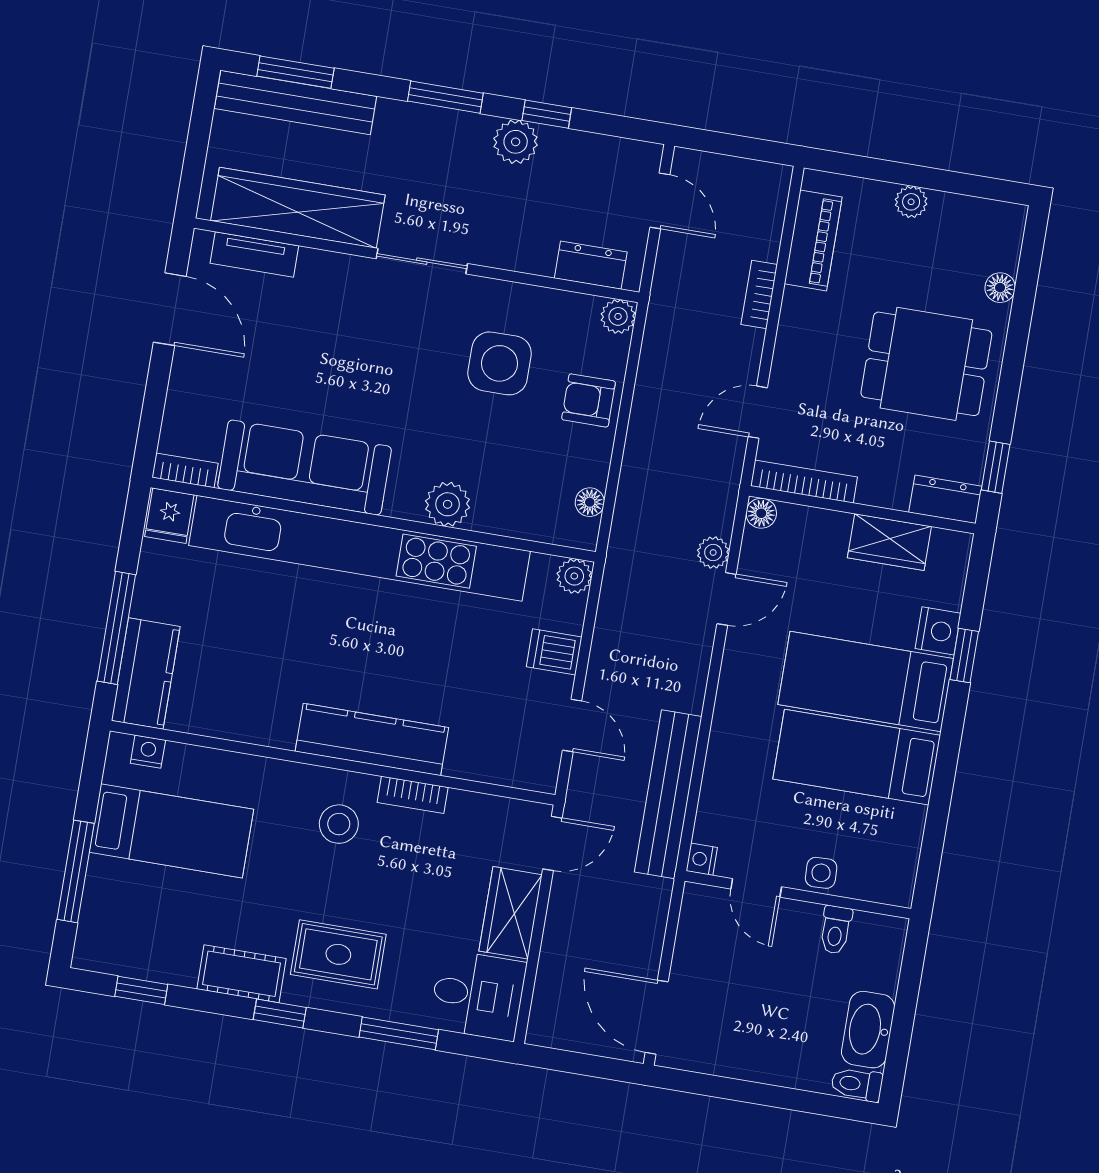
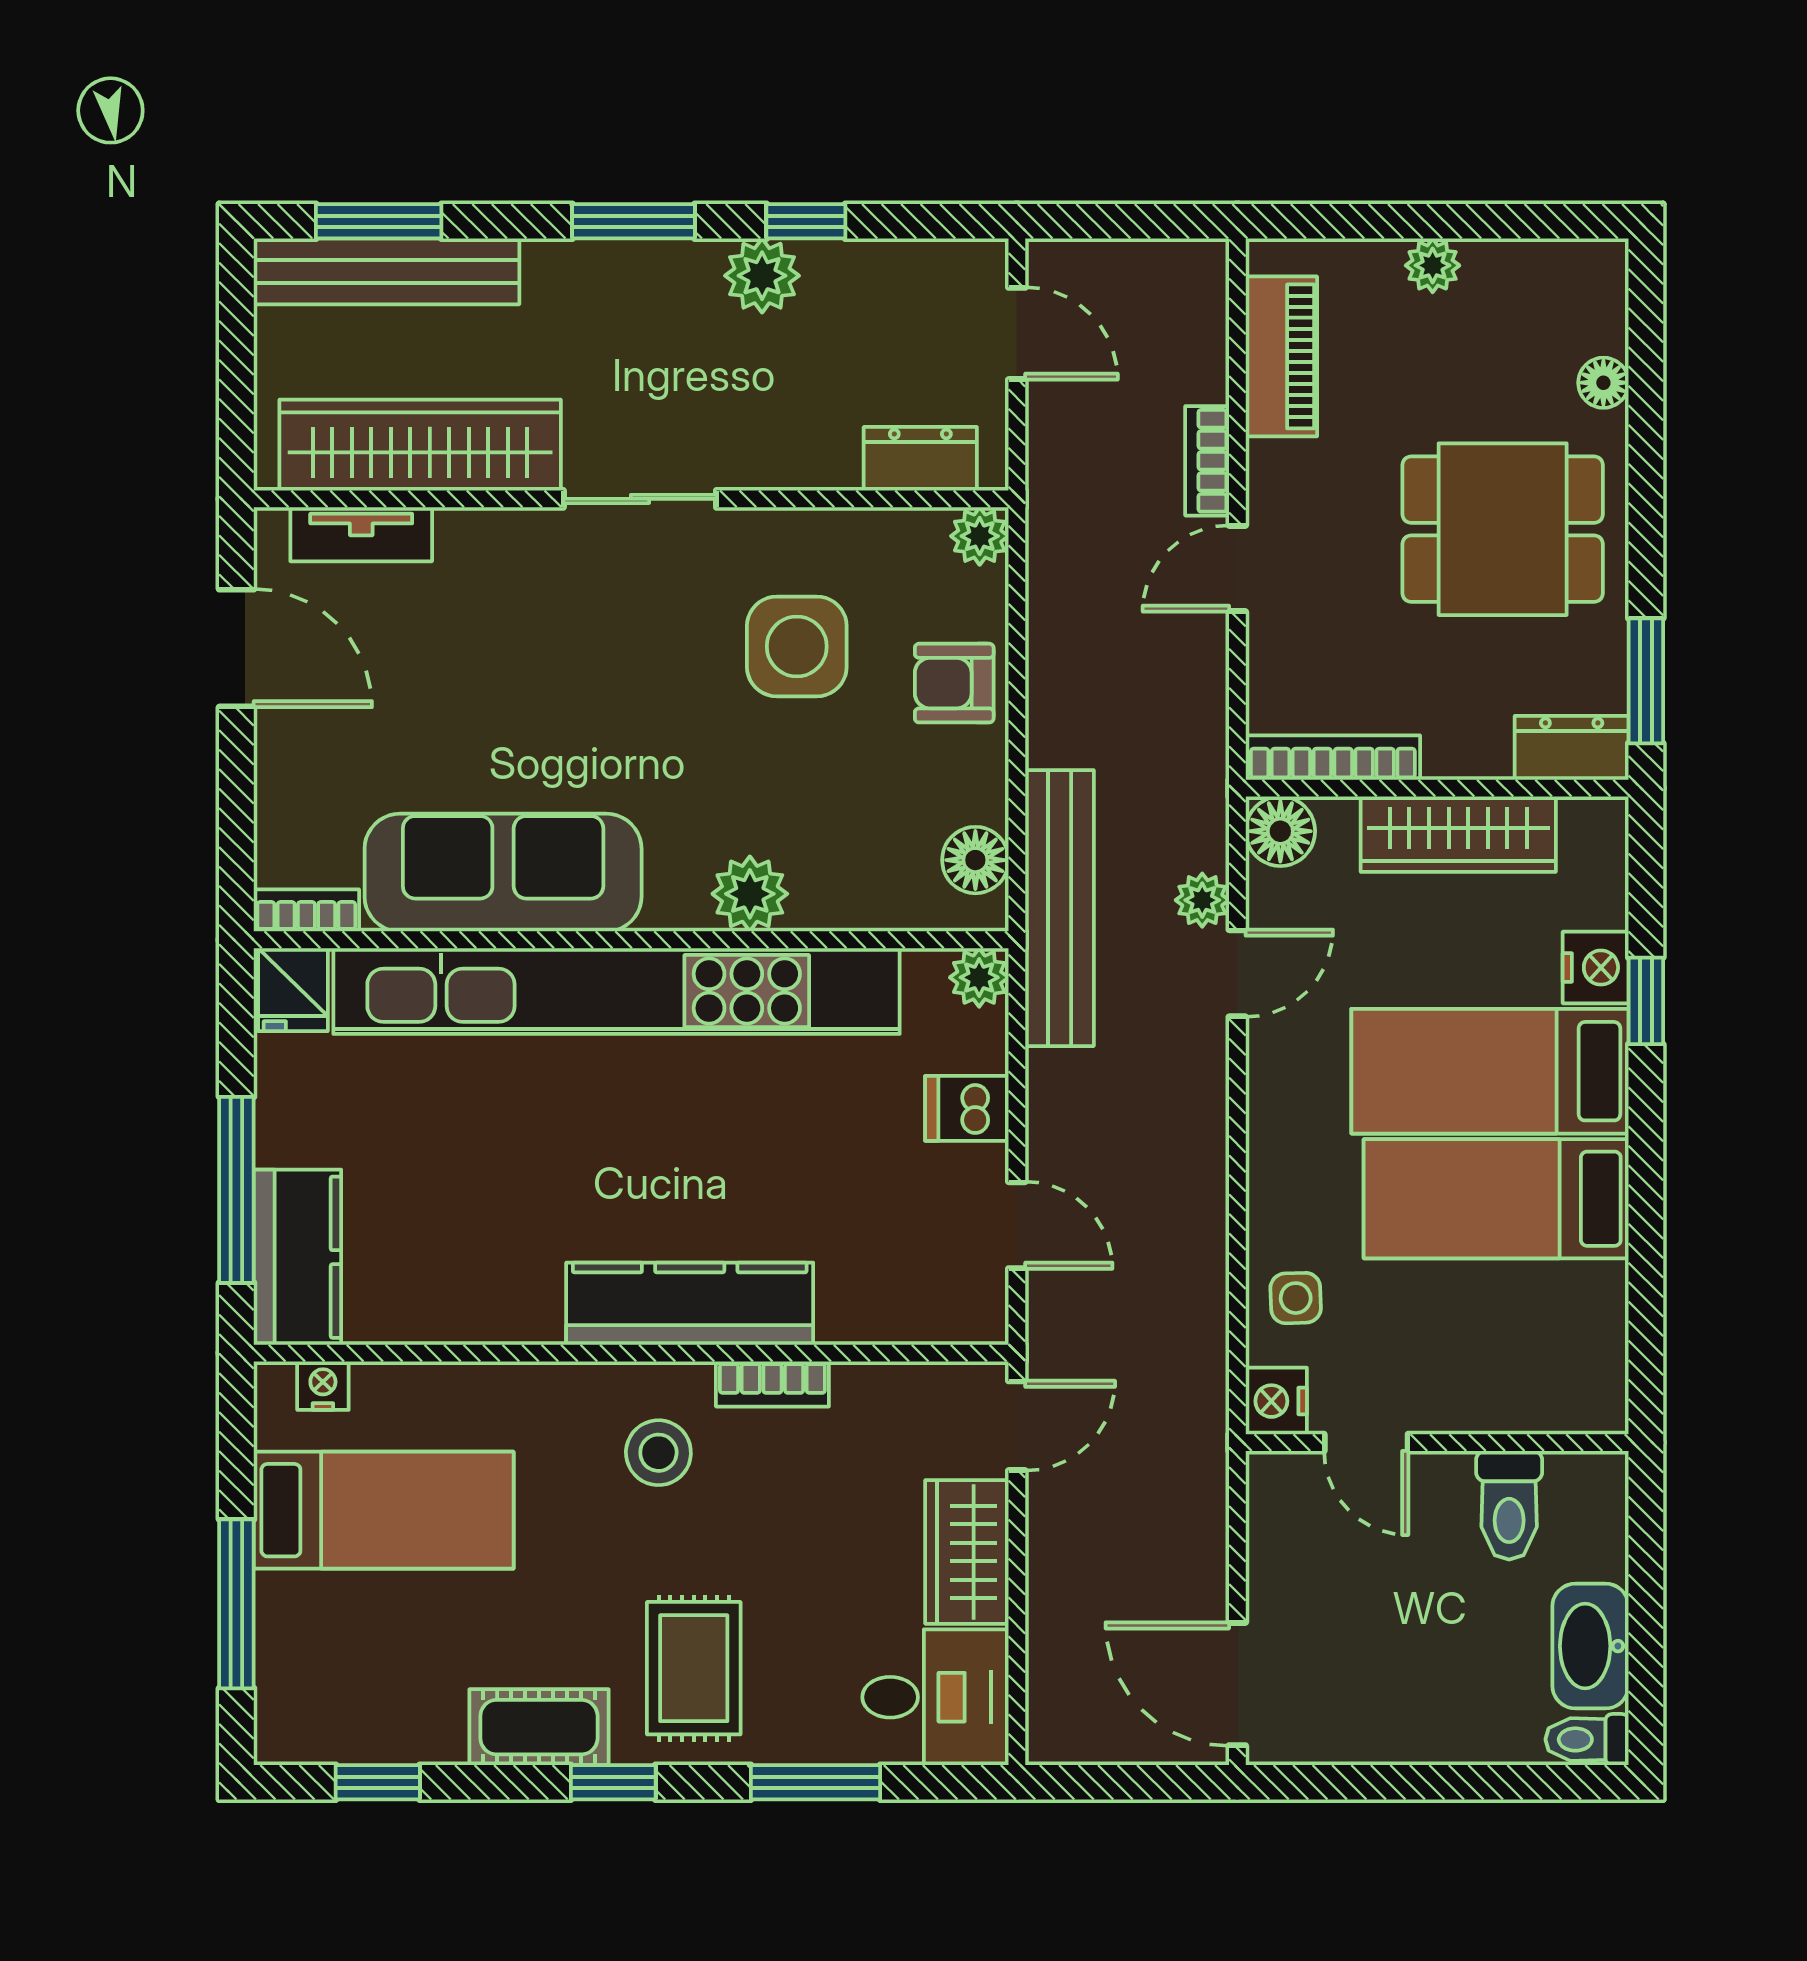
door: (758, 412) -> (1237, 569), moved
window: (996, 467) -> (1646, 681), width x1.50
floor lamp: (590, 502) -> (975, 860), width x1.37, depth x1.37
floor lamp: (761, 513) -> (1280, 831), width x1.37, depth x1.37
wardrobe: (889, 542) -> (1458, 834), width x1.50
bench: (668, 794) -> (1059, 908), moved
nightstand: (702, 859) -> (1276, 1401), width x1.39, depth x1.35
side table: (821, 873) -> (1296, 1298), moved
toilet: (836, 930) -> (1509, 1505), width x1.37, depth x1.39
rug: (338, 954) -> (694, 1668), turned 90

